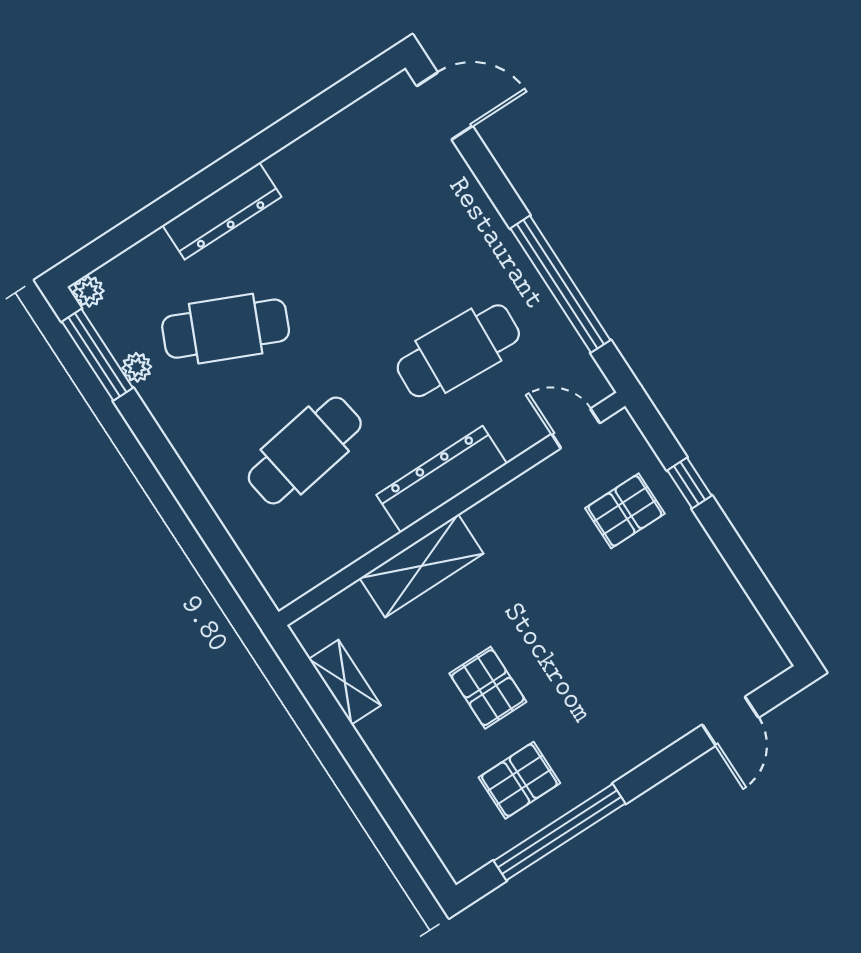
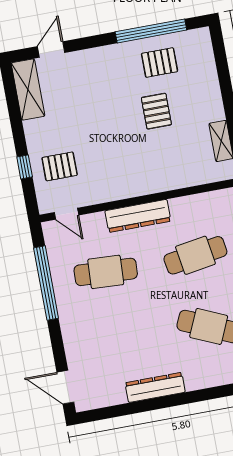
dresser: (222, 211) -> (155, 387), moved
shelving: (422, 566) -> (28, 89), moved, turned 90

